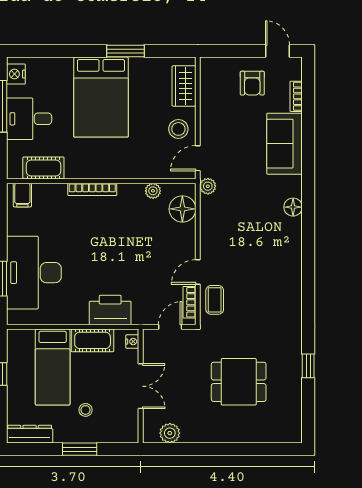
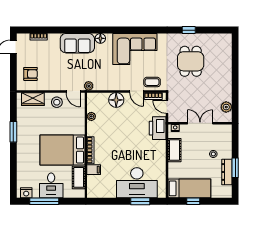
armchair: (252, 83) -> (31, 74), moved
bed: (101, 97) -> (62, 150), moved, turned 180
sofa: (284, 144) -> (77, 43), moved
filing cabinet: (22, 195) -> (94, 170), moved
floor lamp: (182, 209) -> (116, 100), moved
corner sofa: (274, 269) -> (135, 49), added
printer: (110, 310) -> (158, 128), moved
bed: (53, 367) -> (189, 188), moved
dining table: (239, 382) -> (191, 61), moved
dresser: (30, 434) -> (227, 172), moved
window: (80, 449) -> (235, 168), moved

